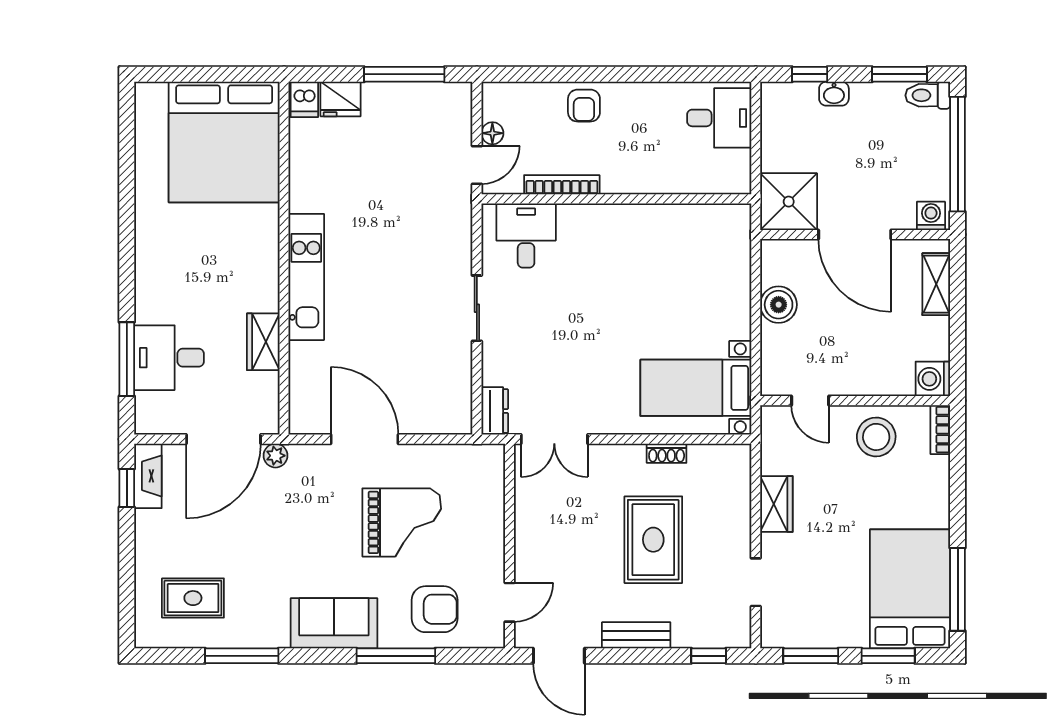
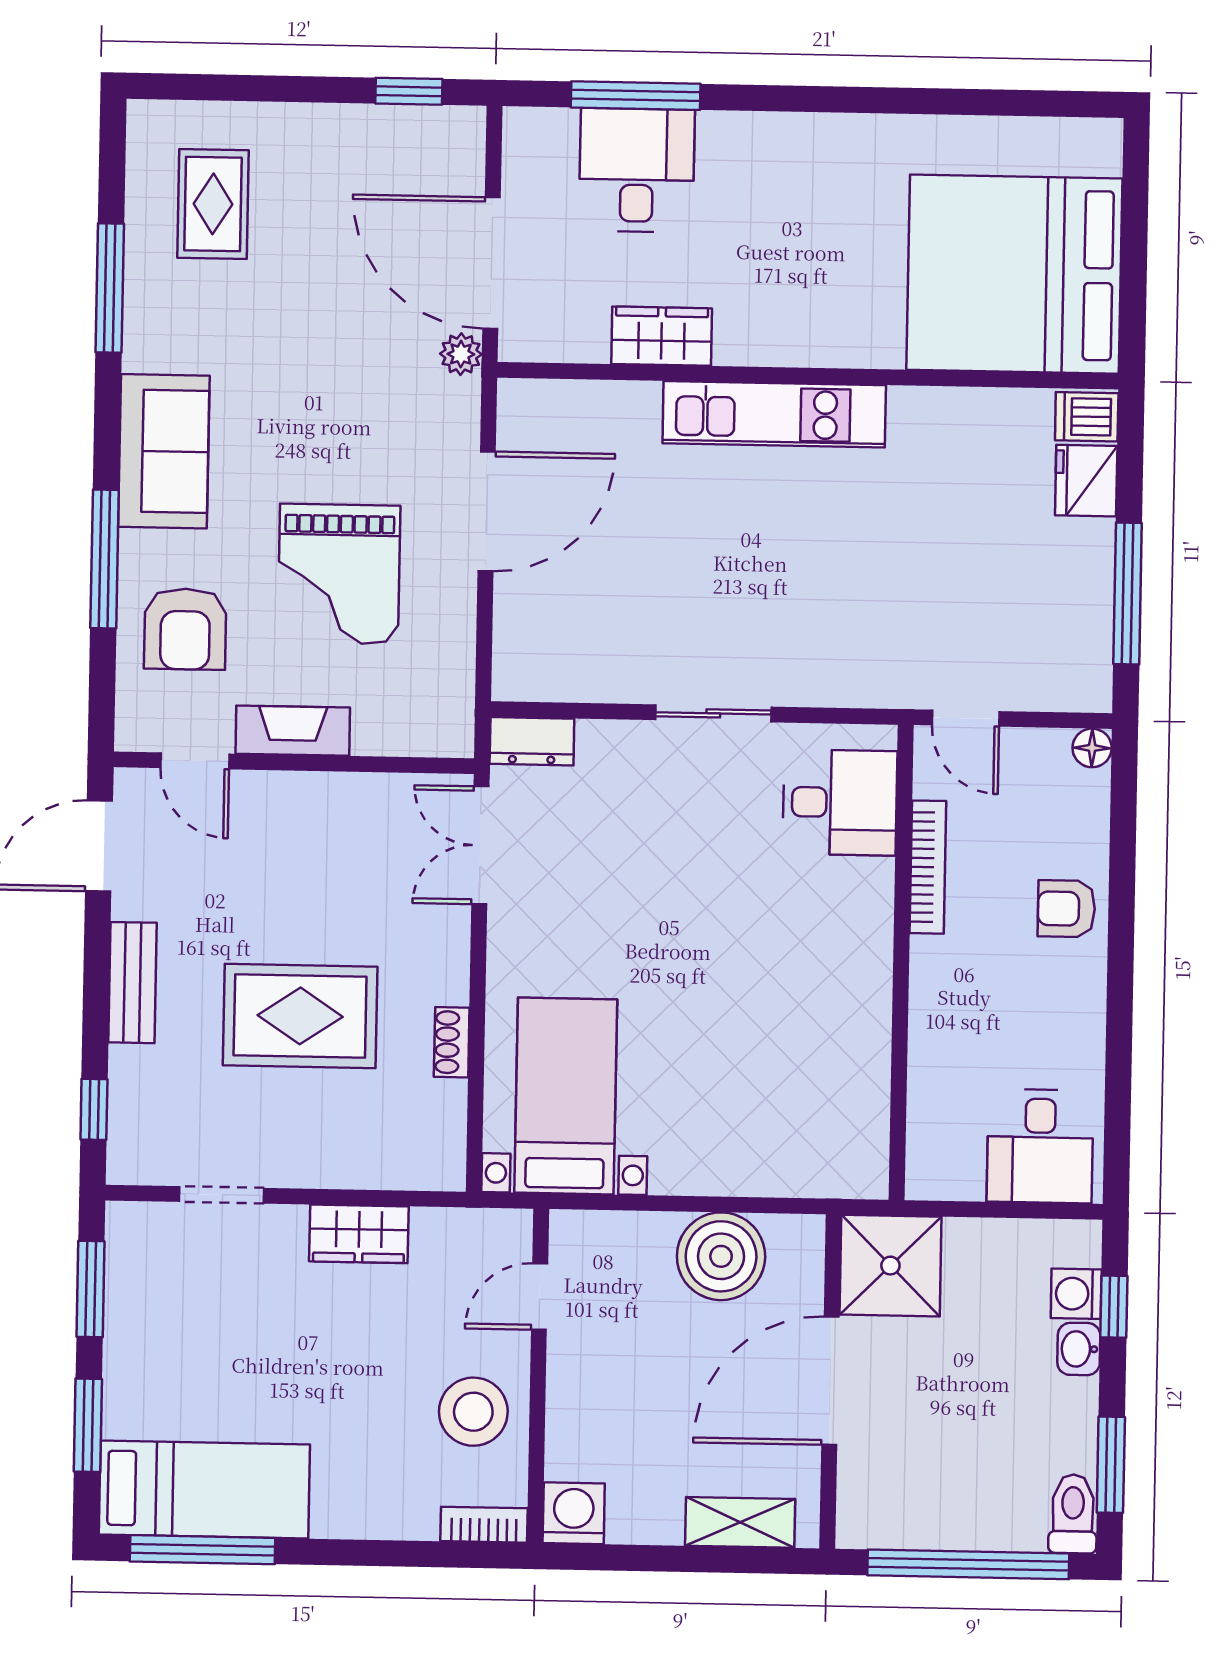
floor lamp: (492, 133) -> (1092, 748), moved
washing machine: (931, 216) -> (1076, 1294), moved, turned 180
boiler: (779, 305) -> (721, 1256), width x1.37, depth x1.37
fireplace: (148, 476) -> (293, 731), moved, turned 180
bed: (910, 589) -> (204, 1490), width x0.67

